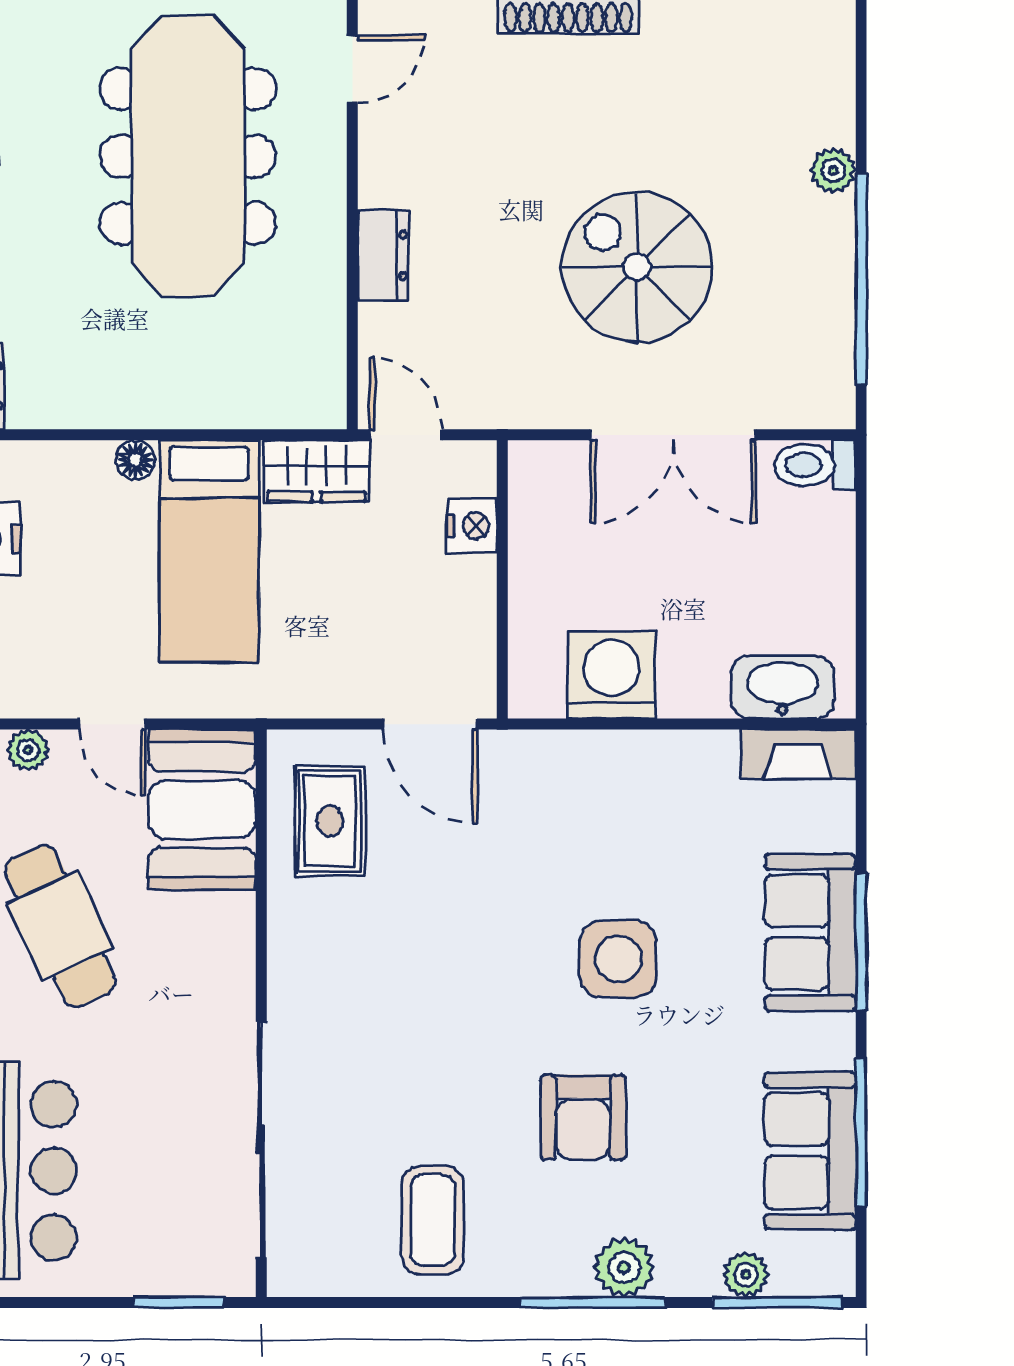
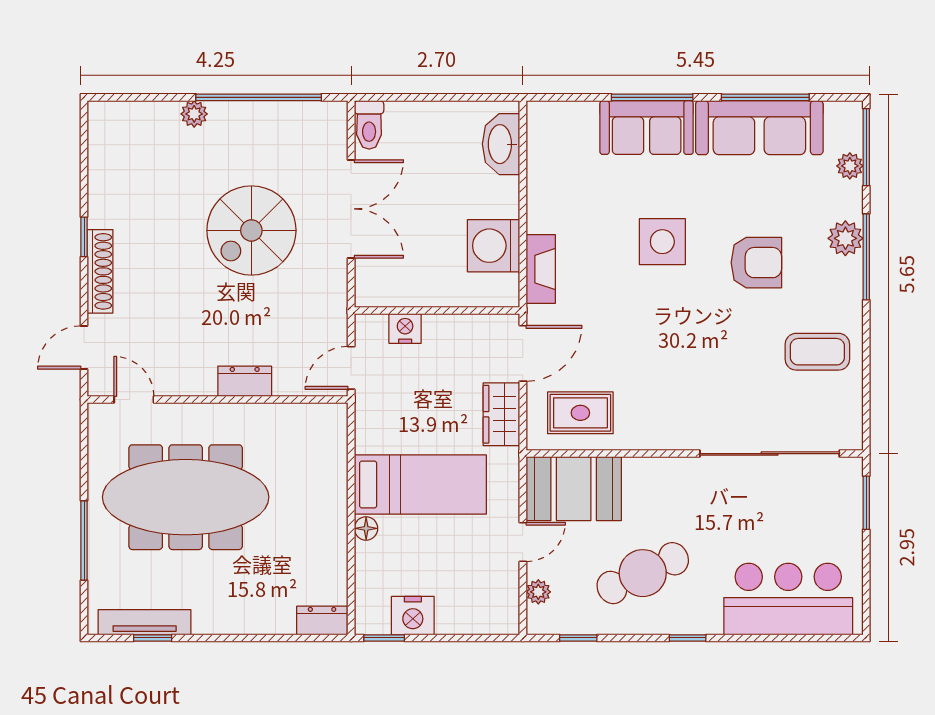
wardrobe: (316, 471) -> (501, 414), moved, turned 180
fireplace: (798, 754) -> (541, 269), moved
sofa: (810, 1151) -> (759, 128), width x1.36

